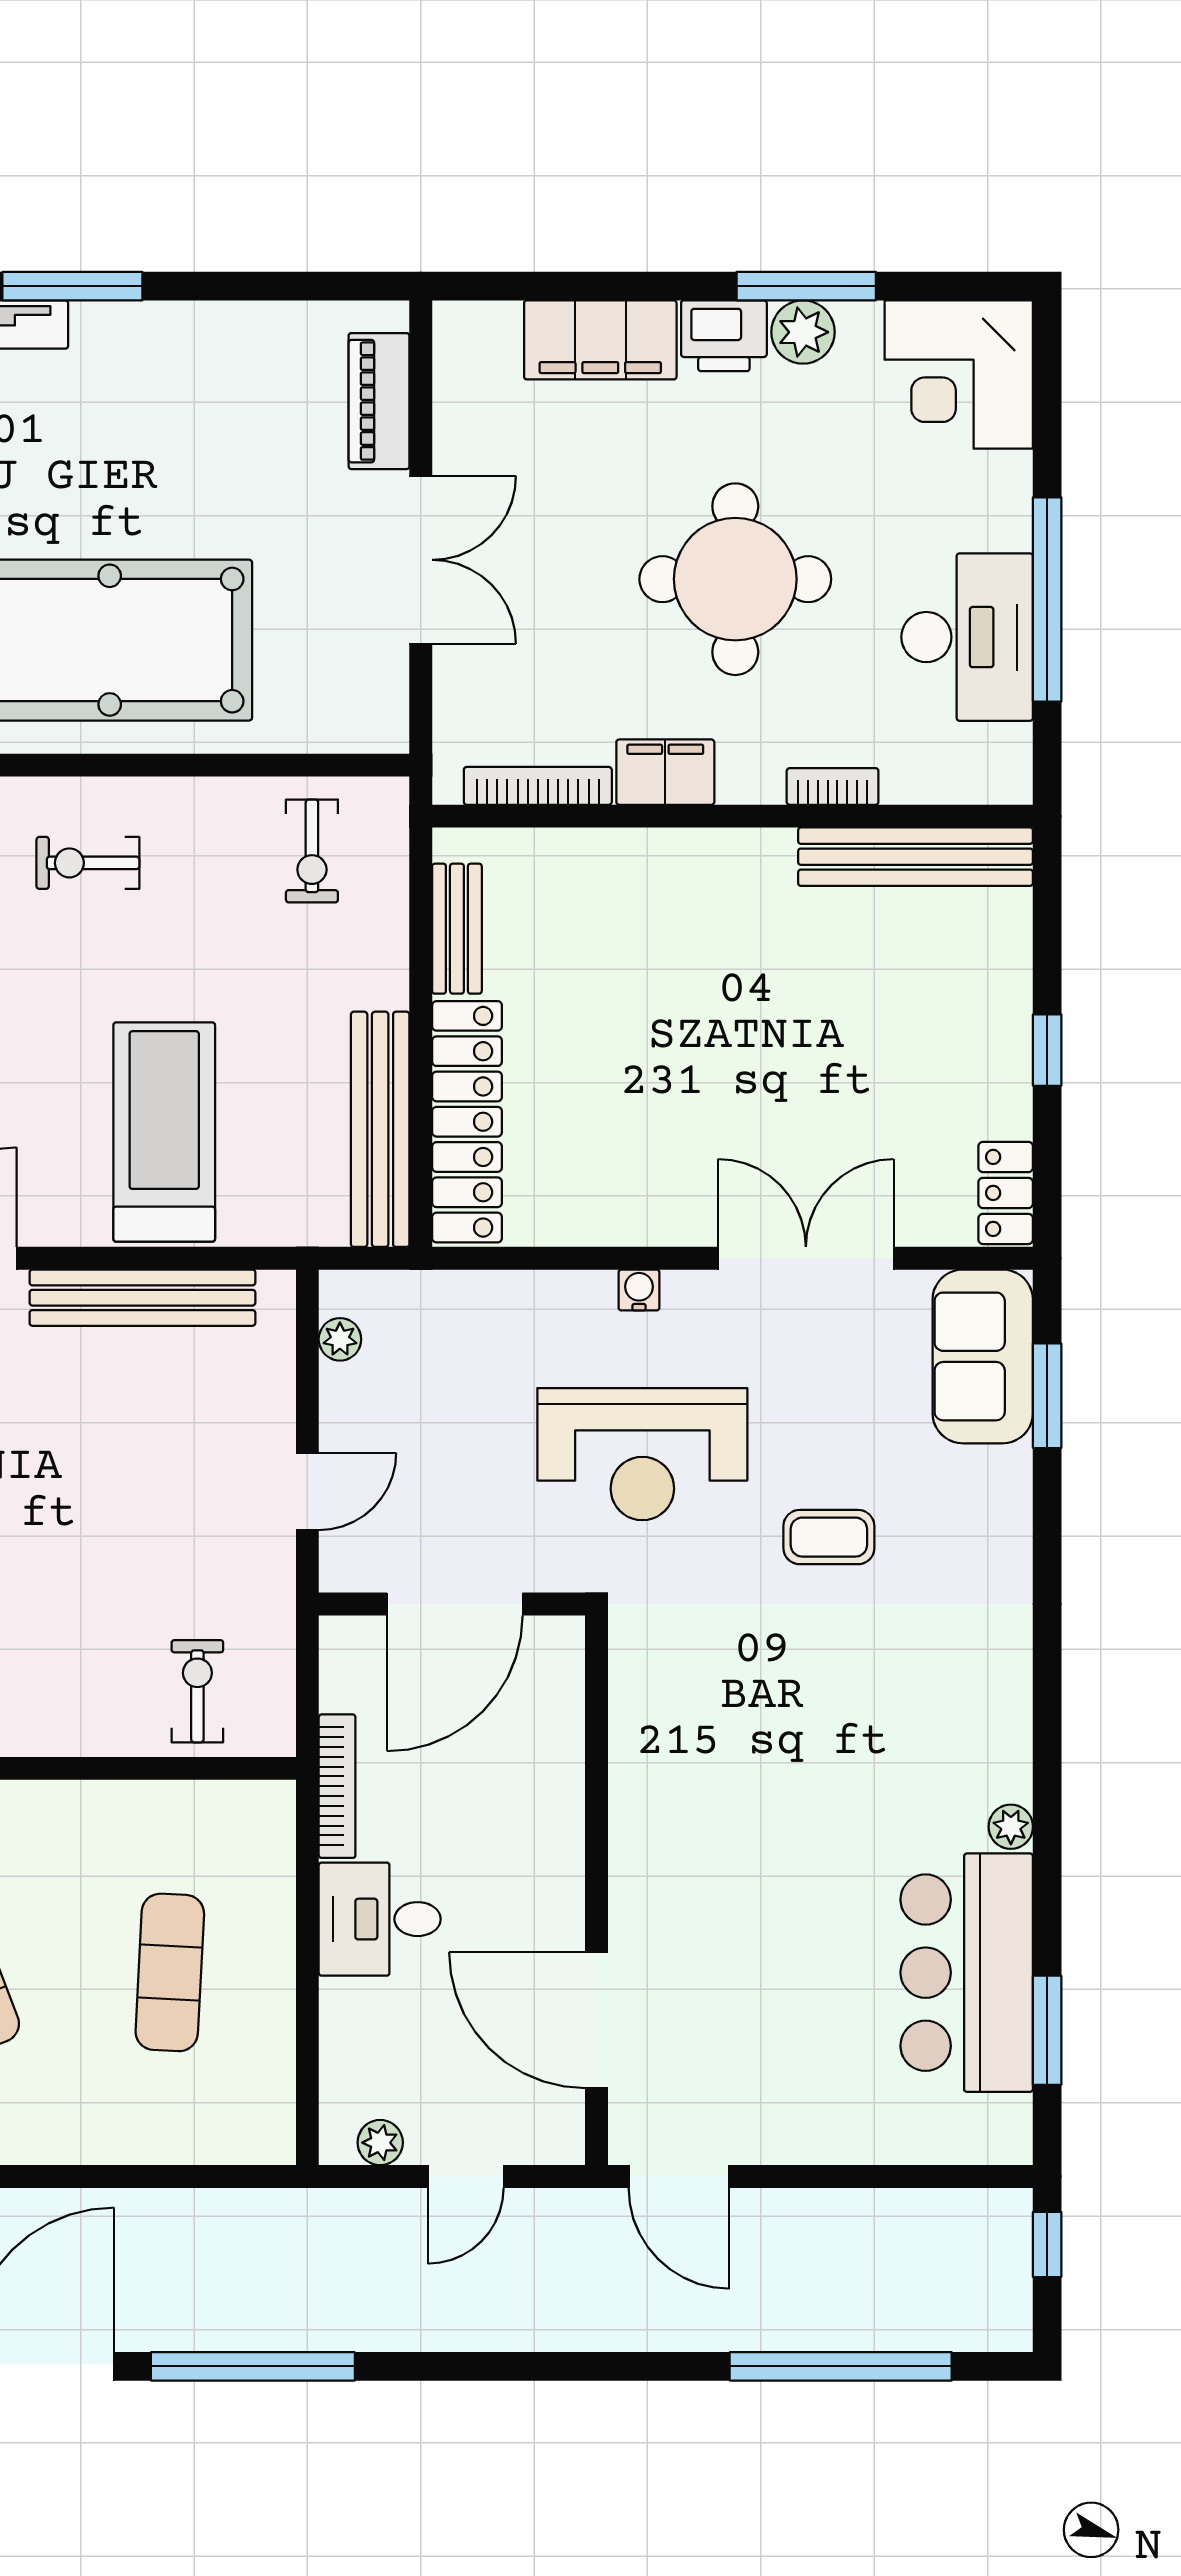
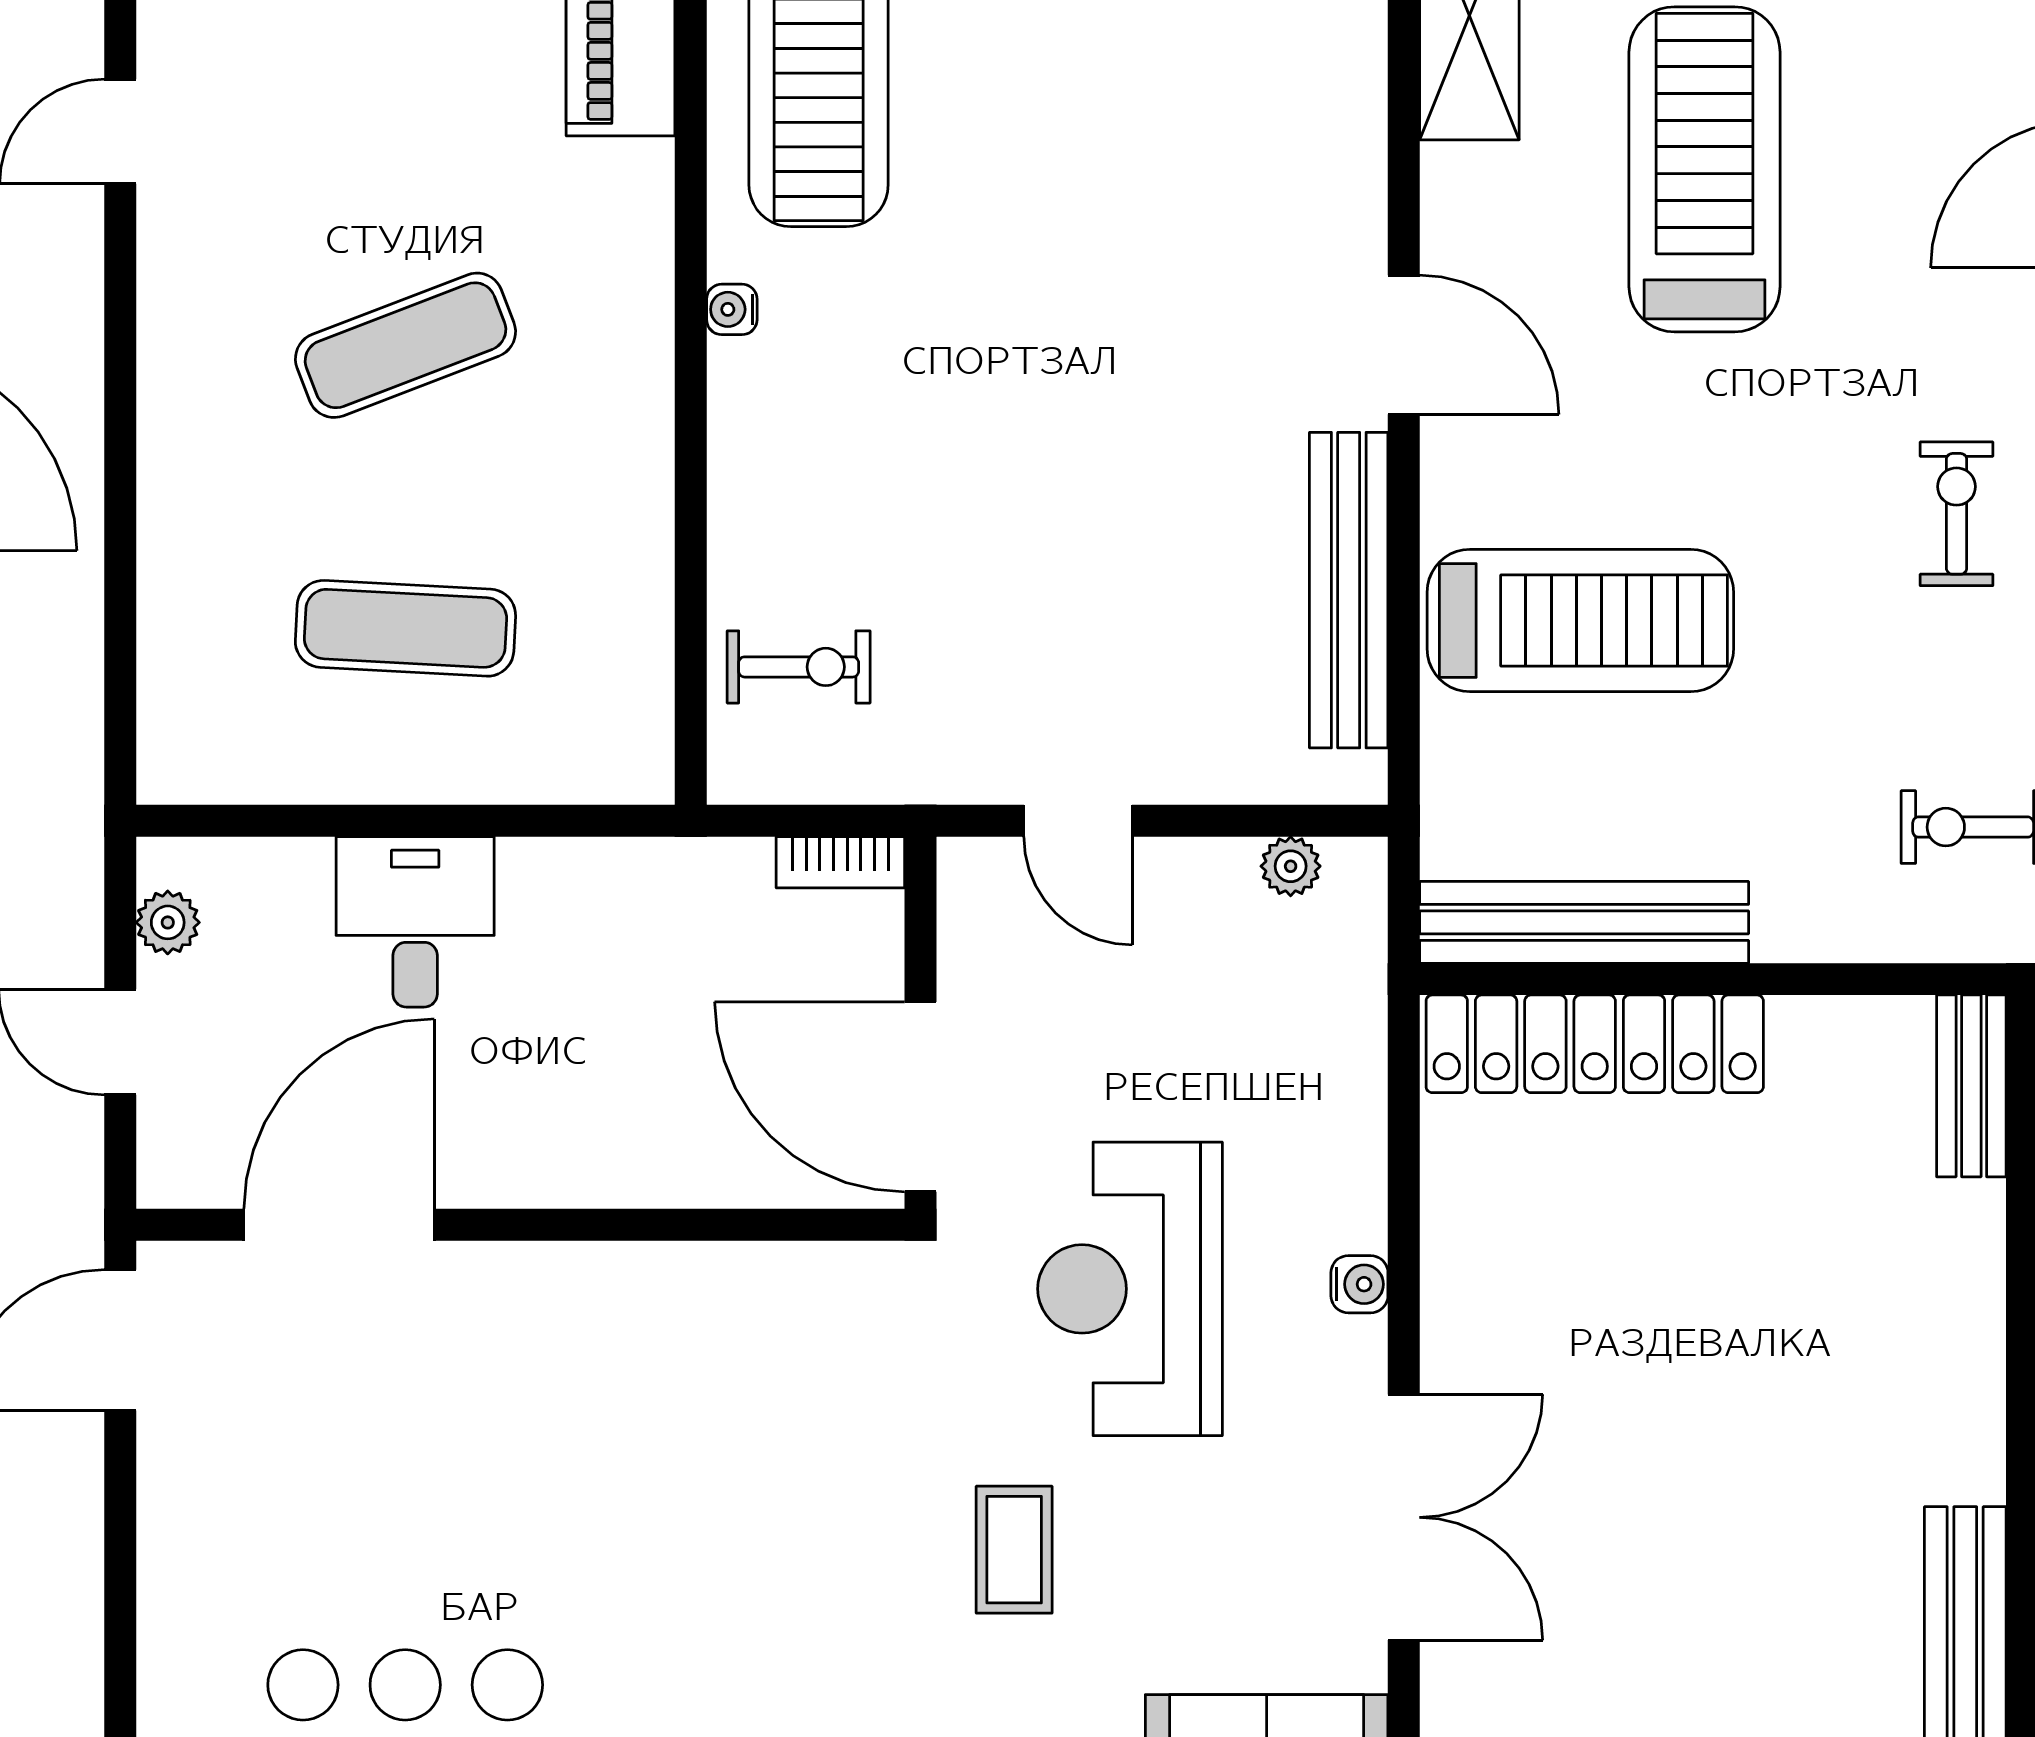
bench: (457, 929) -> (1971, 1086), moved, turned 90
door: (455, 1604) -> (921, 1097), moved
bookcase: (337, 1786) -> (840, 862), moved, width x0.64
desk: (380, 1919) -> (415, 922), moved

